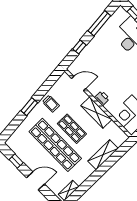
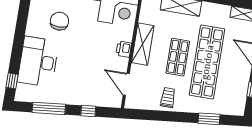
window: (29, 107) -> (209, 119), moved

